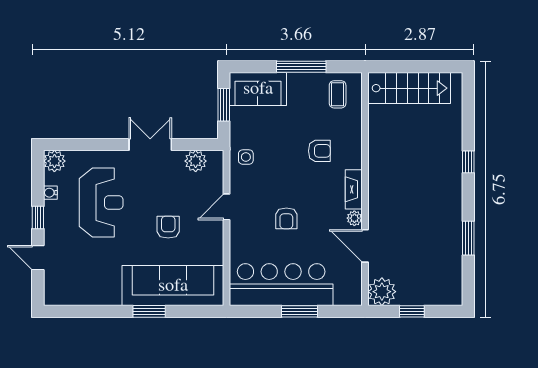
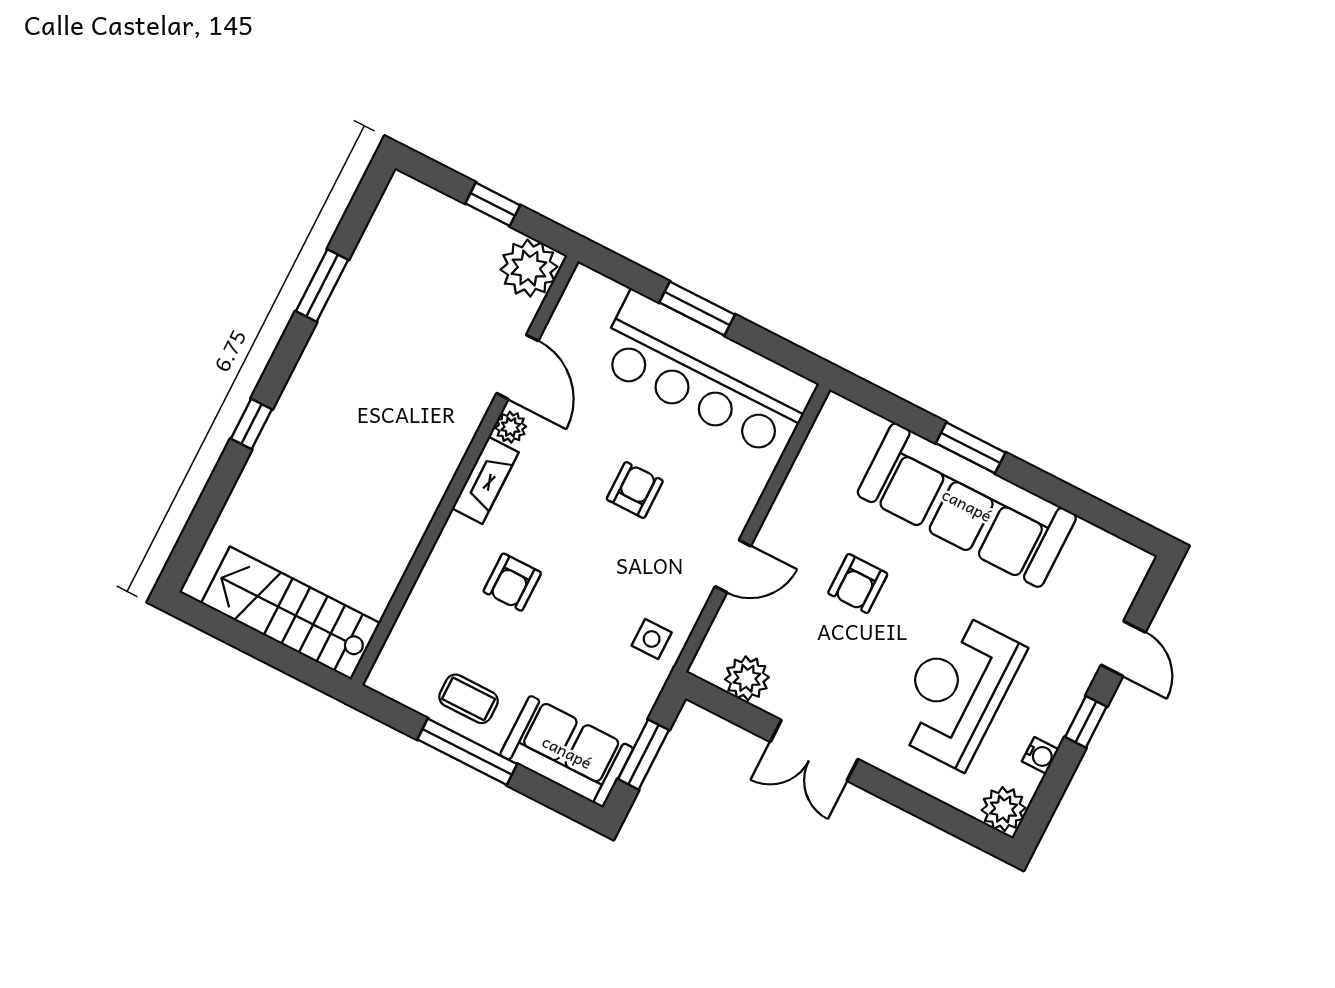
coffee table: (338, 94) -> (468, 699), moved, turned 90
armchair: (319, 151) -> (512, 582), turned -90
sofa: (173, 286) -> (967, 505), moved

